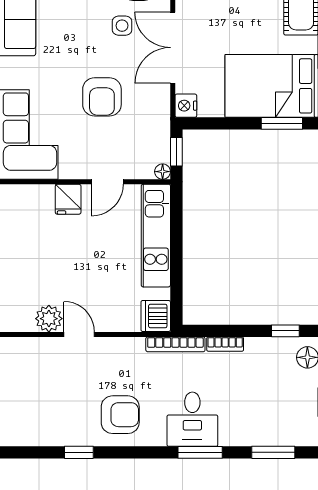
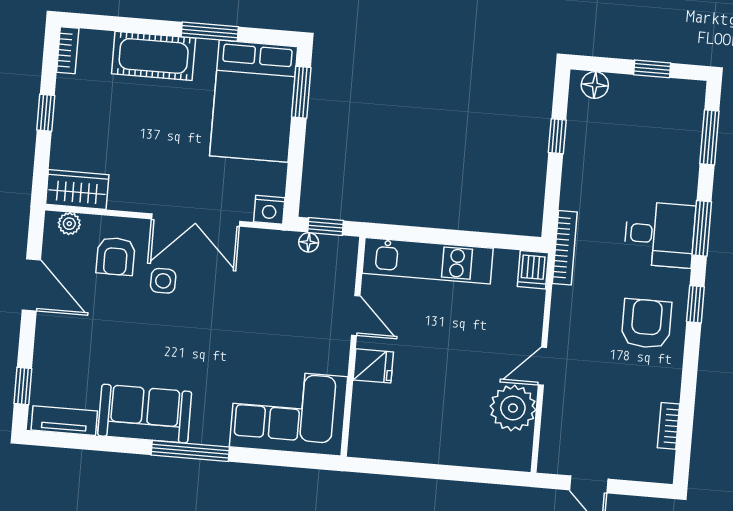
armchair: (102, 97) -> (250, 313), removed
floor lamp: (163, 172) -> (309, 242), moved
dishwasher: (156, 316) -> (533, 270), width x0.73
plant: (49, 319) -> (513, 408), width x1.36, depth x1.36
window: (285, 331) -> (557, 136), moved
bookcase: (225, 344) -> (669, 426), moved, turned 180
window: (79, 452) -> (695, 304), moved

